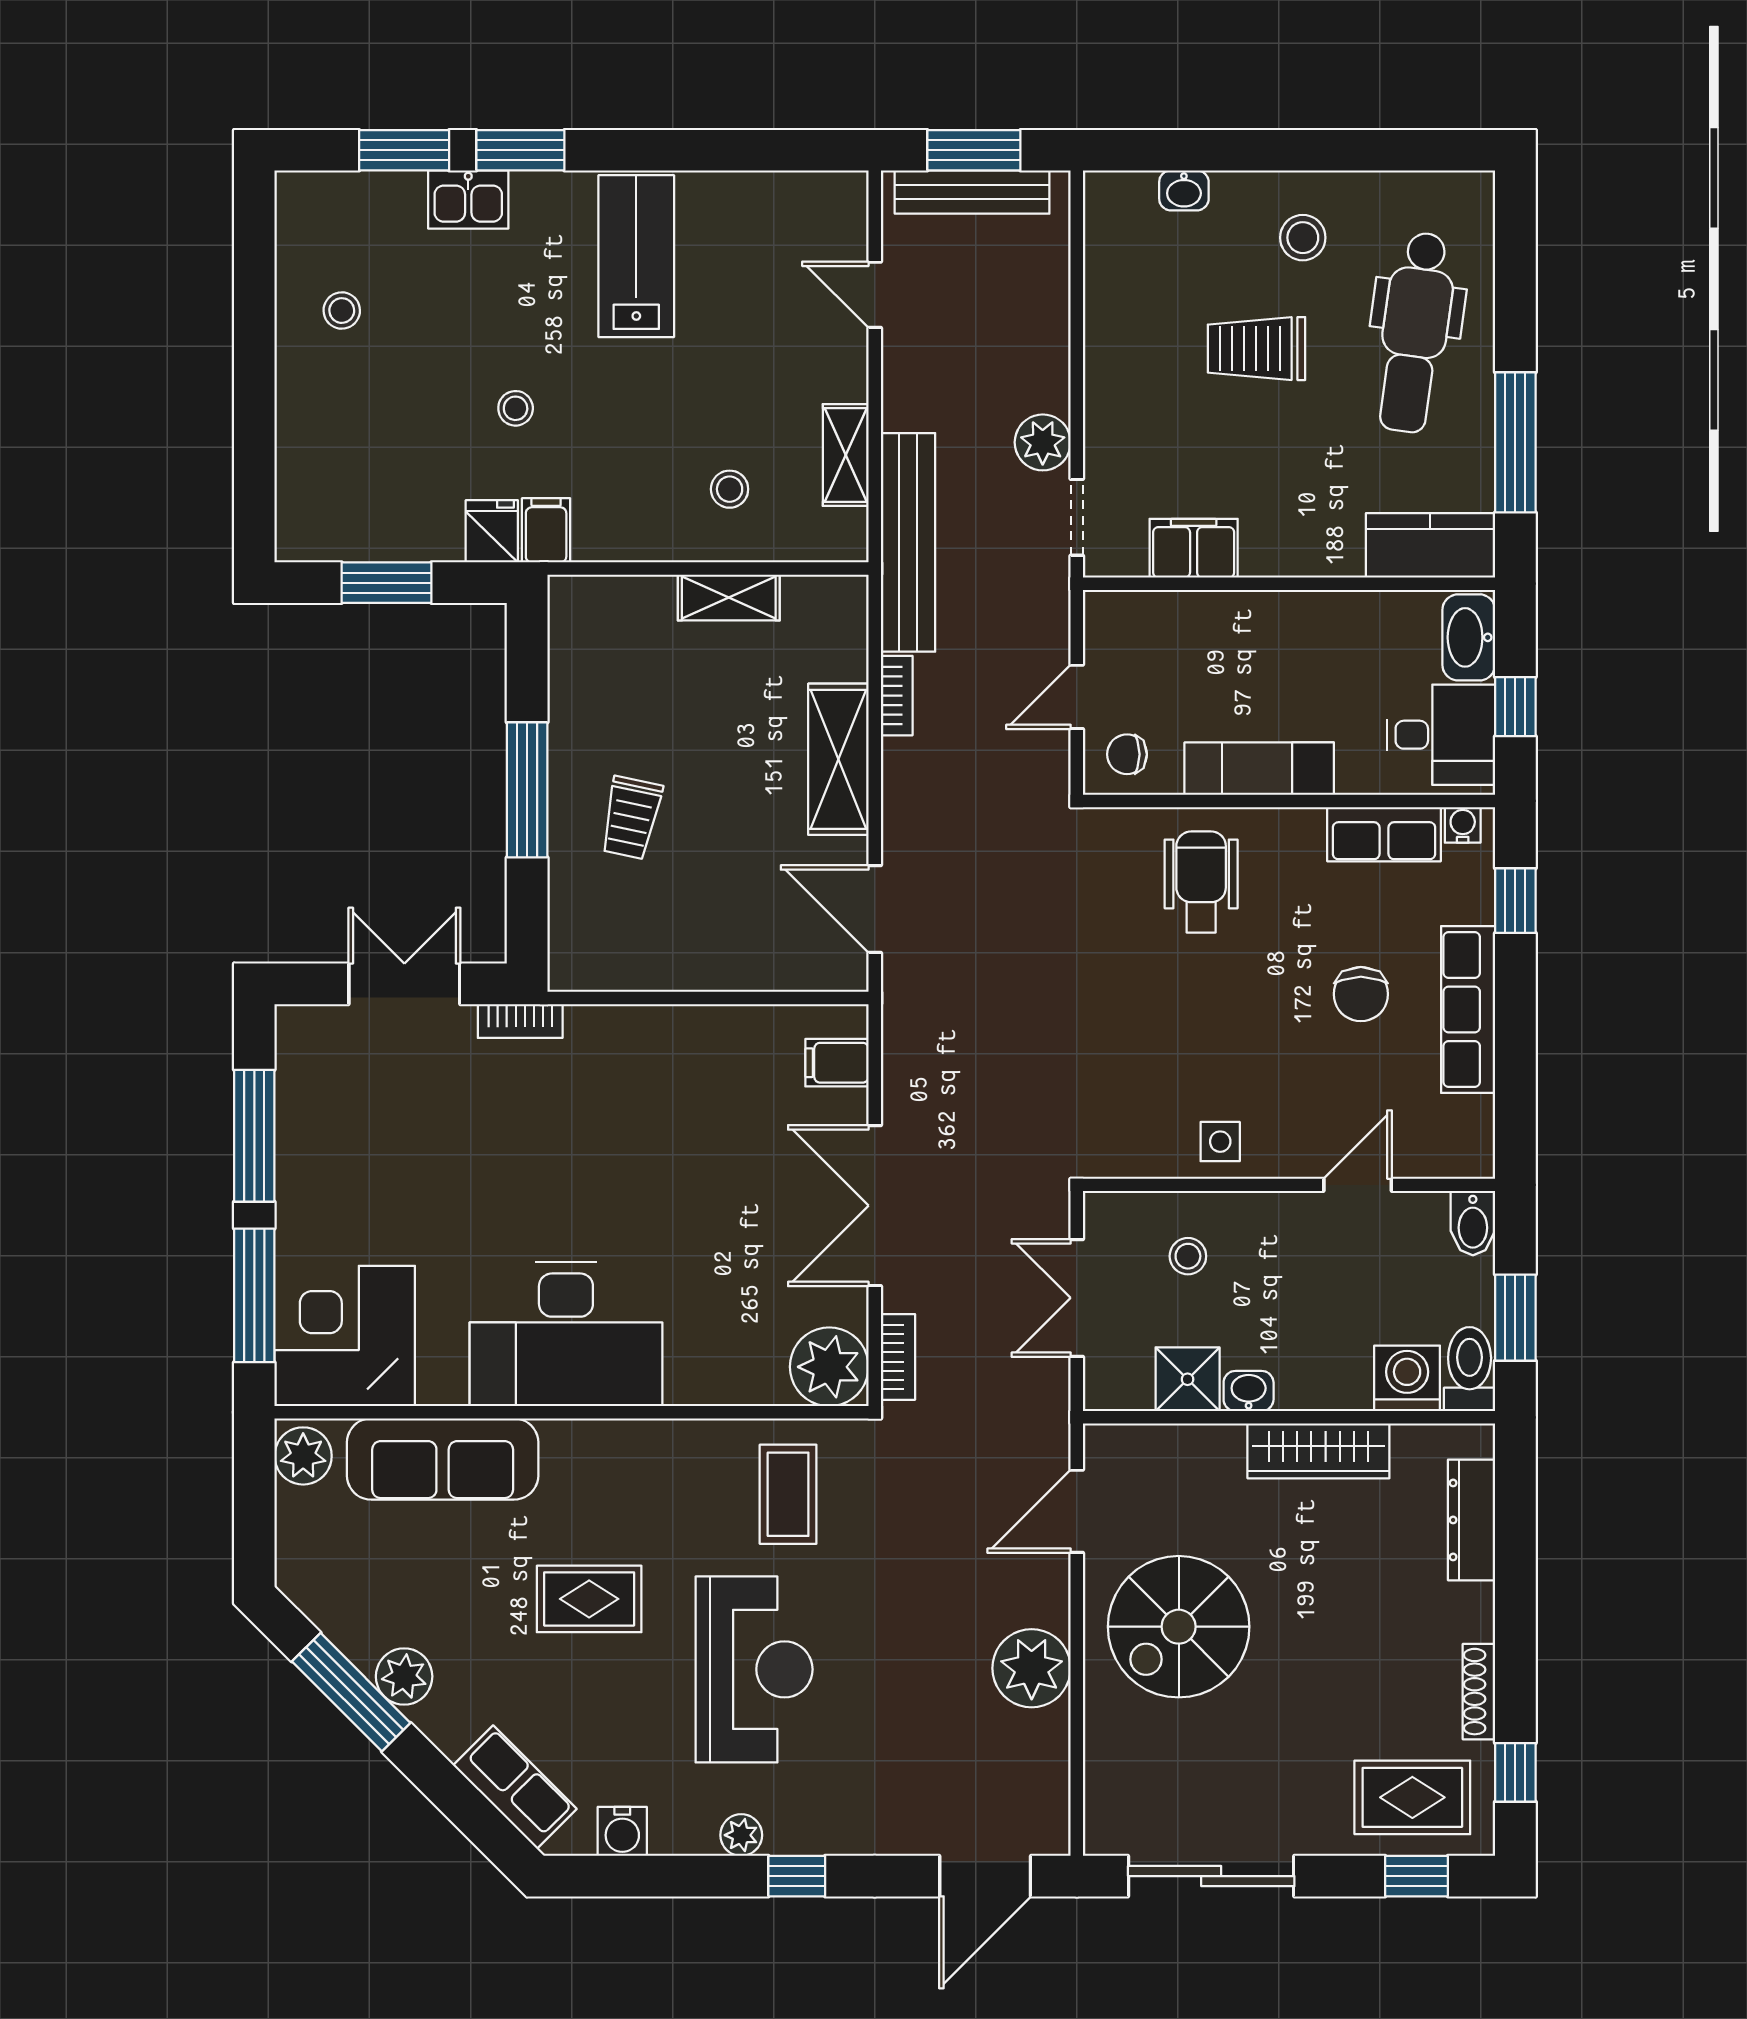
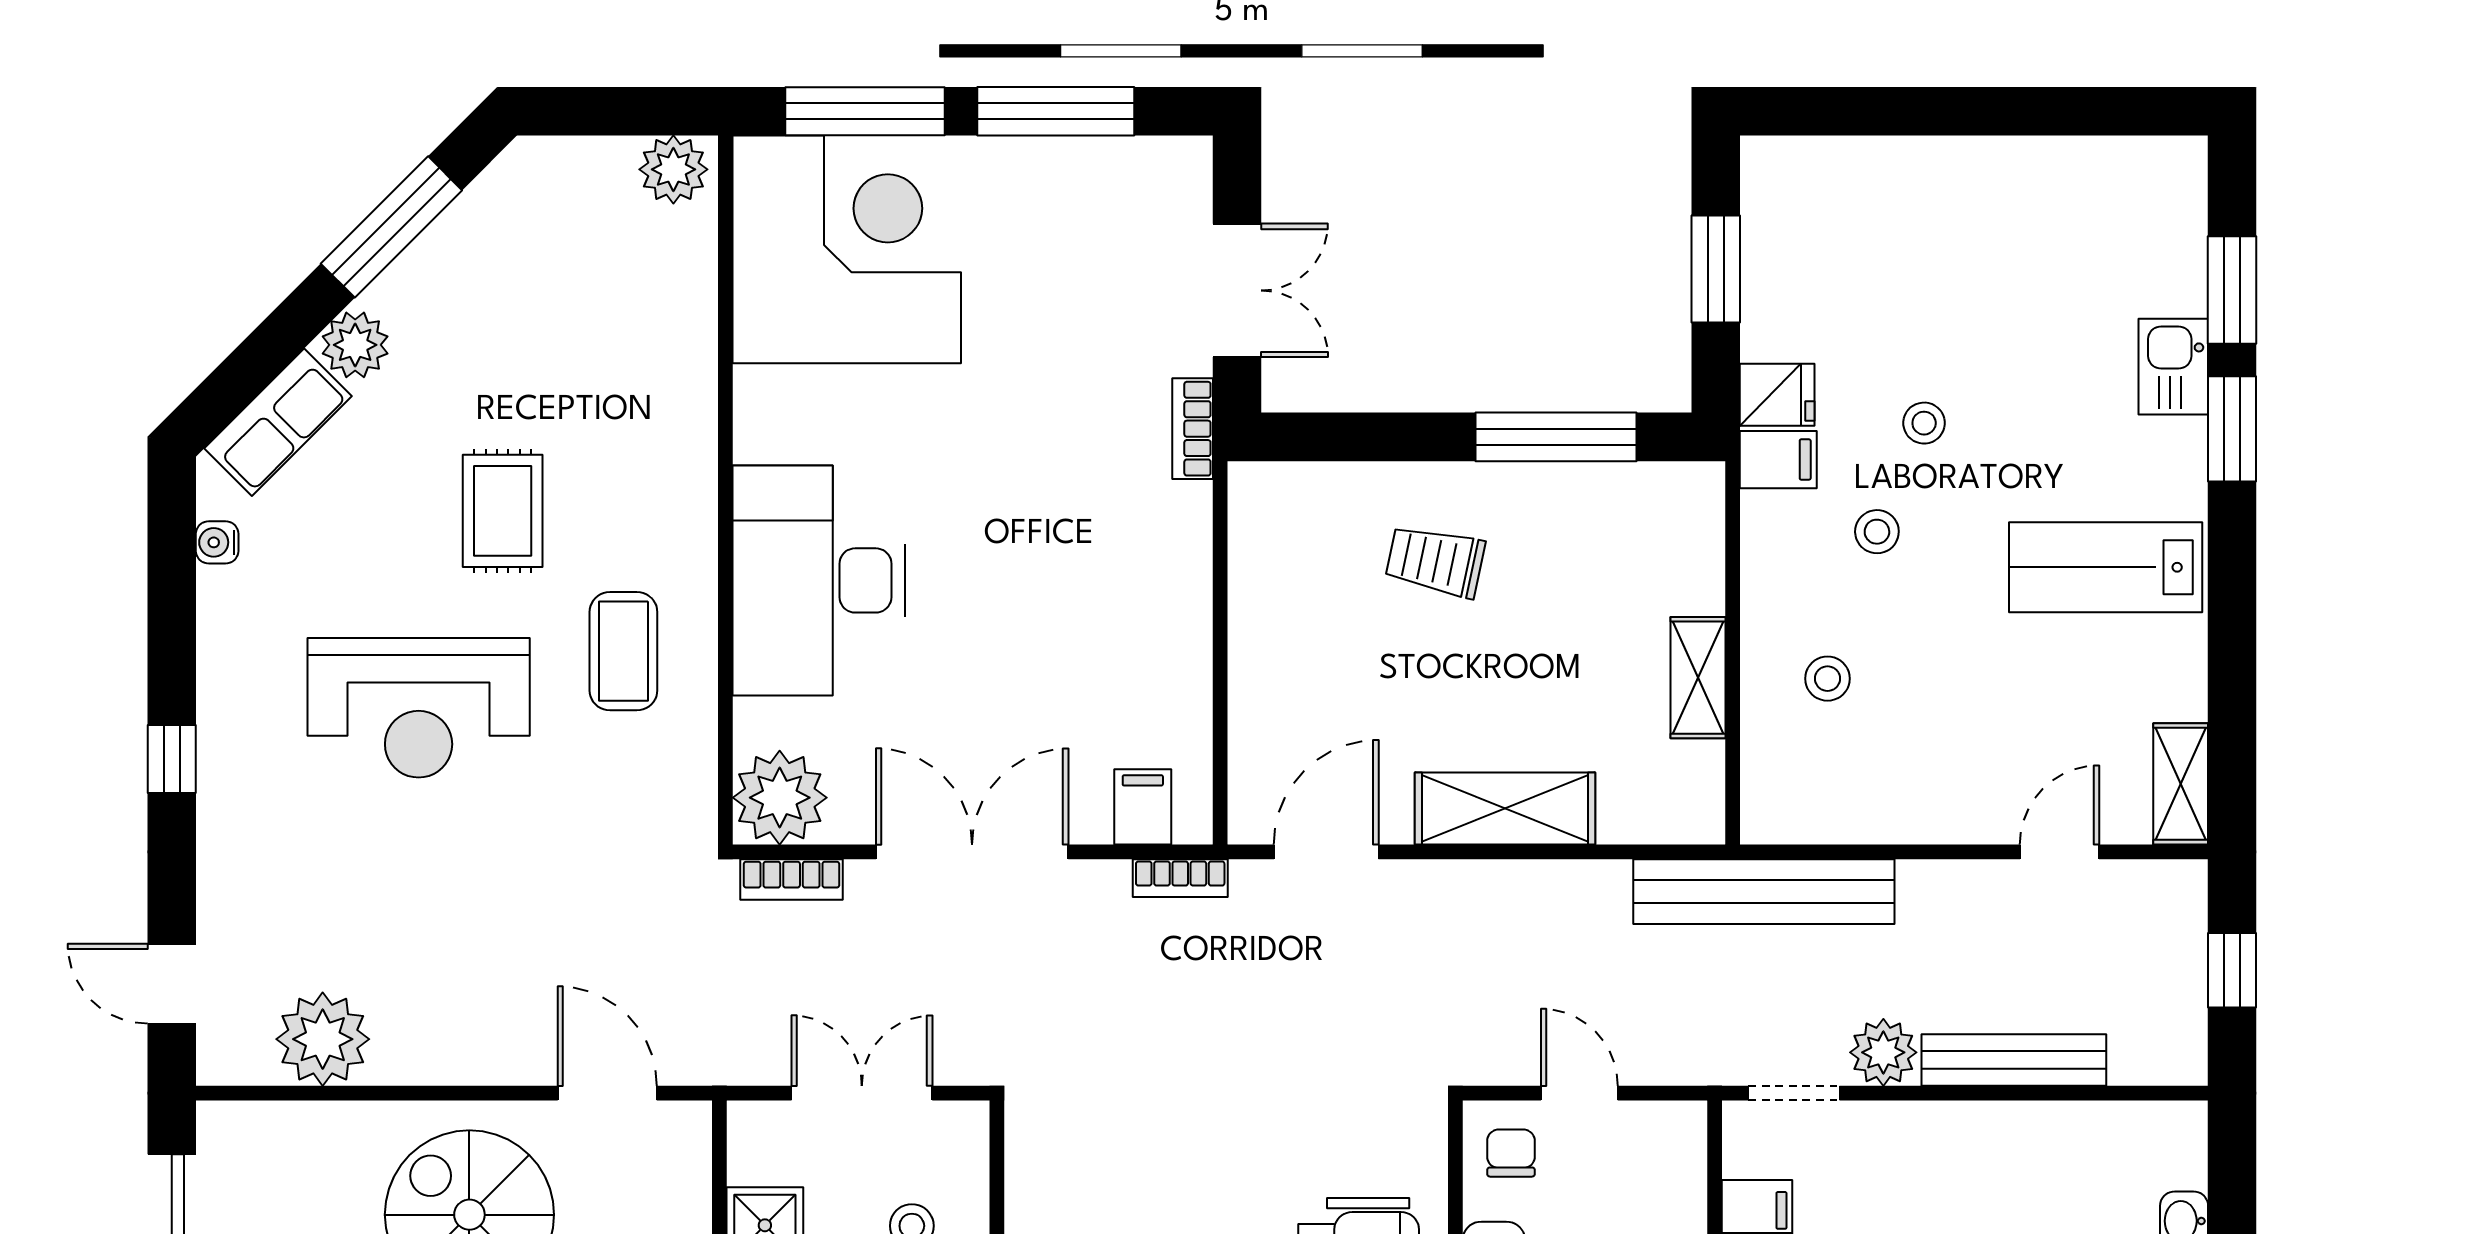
window: (974, 150) -> (2232, 970), width x0.67
bench: (972, 192) -> (2014, 1060), moved, turned 90
lab bench: (636, 256) -> (2106, 567), turned 180
stool: (342, 311) -> (1877, 532), moved
shelving: (846, 455) -> (2181, 784), moved, turned 90
bookcase: (897, 696) -> (1180, 878), moved
window: (527, 790) -> (1556, 437), moved
desk: (566, 1334) -> (819, 580), moved
corner desk: (345, 1336) -> (847, 249), width x1.36, depth x1.36
sofa: (443, 1459) -> (670, 336), removed
coffee table: (788, 1494) -> (623, 651), moved, turned 90
plant: (1032, 1668) -> (323, 1039), moved
plant: (404, 1676) -> (355, 345), moved
water cooler: (622, 1831) -> (217, 542), width x0.72, depth x0.72
plant: (741, 1835) -> (221, 692), removed
door: (985, 1876) -> (172, 984), width x0.73

